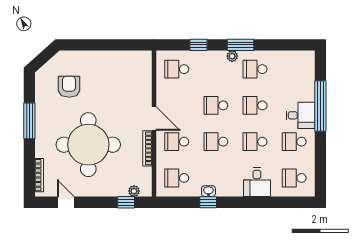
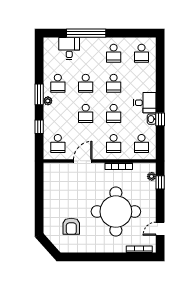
armchair: (69, 87) -> (71, 226), turned -90
desk: (300, 115) -> (69, 48), moved
door: (154, 119) -> (83, 161), moved
window: (29, 121) -> (98, 257), removed
desk: (257, 182) -> (145, 103), moved

